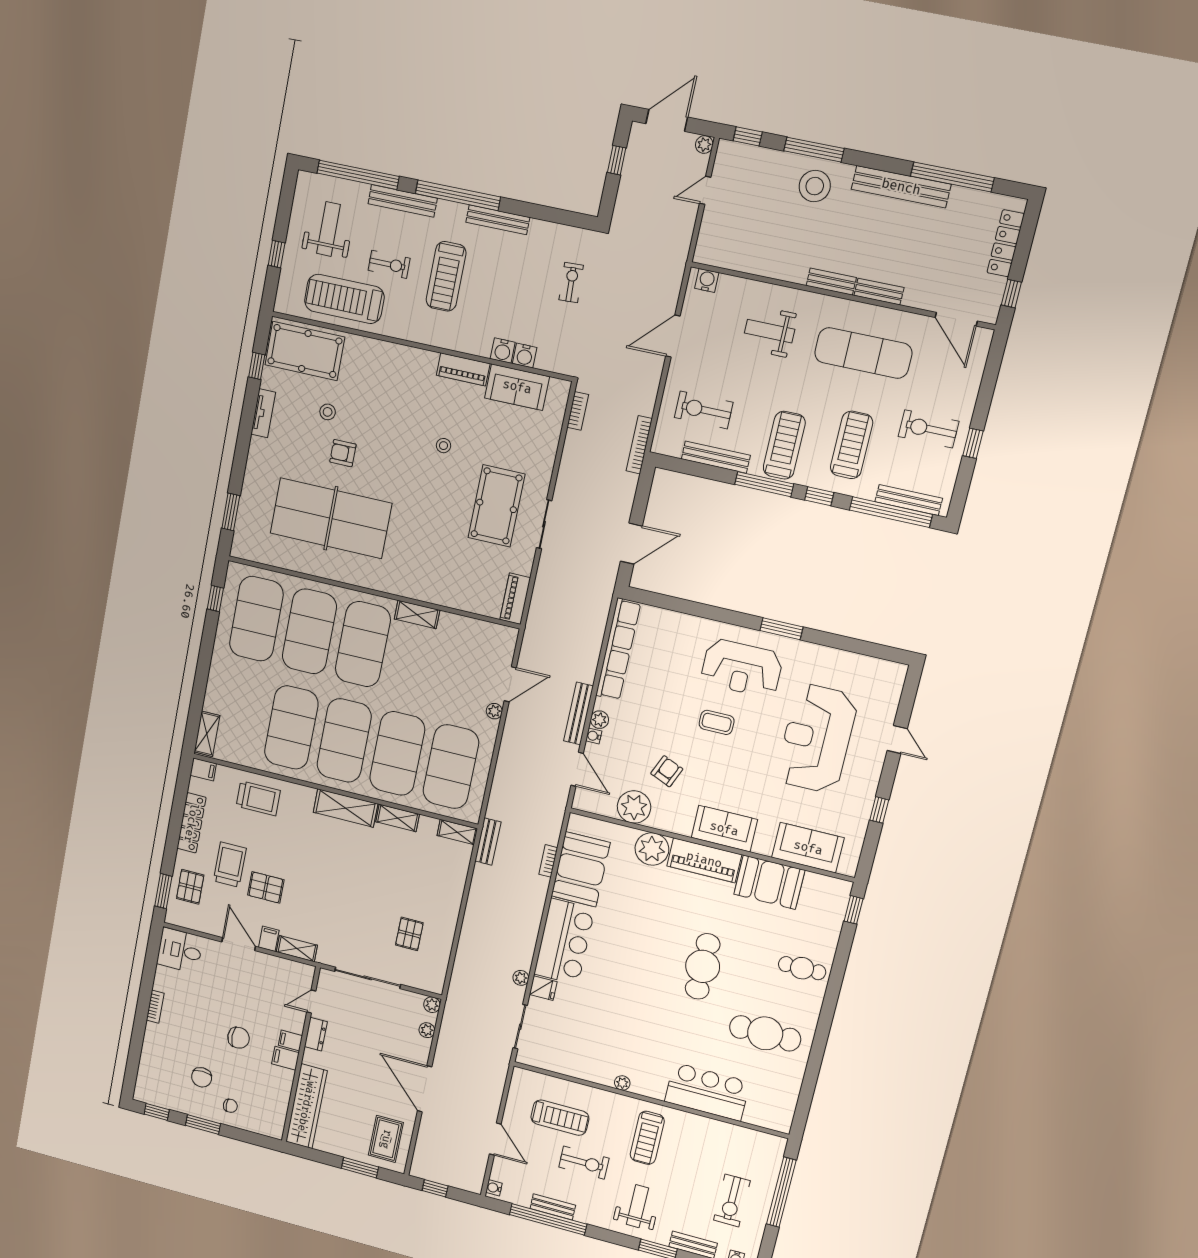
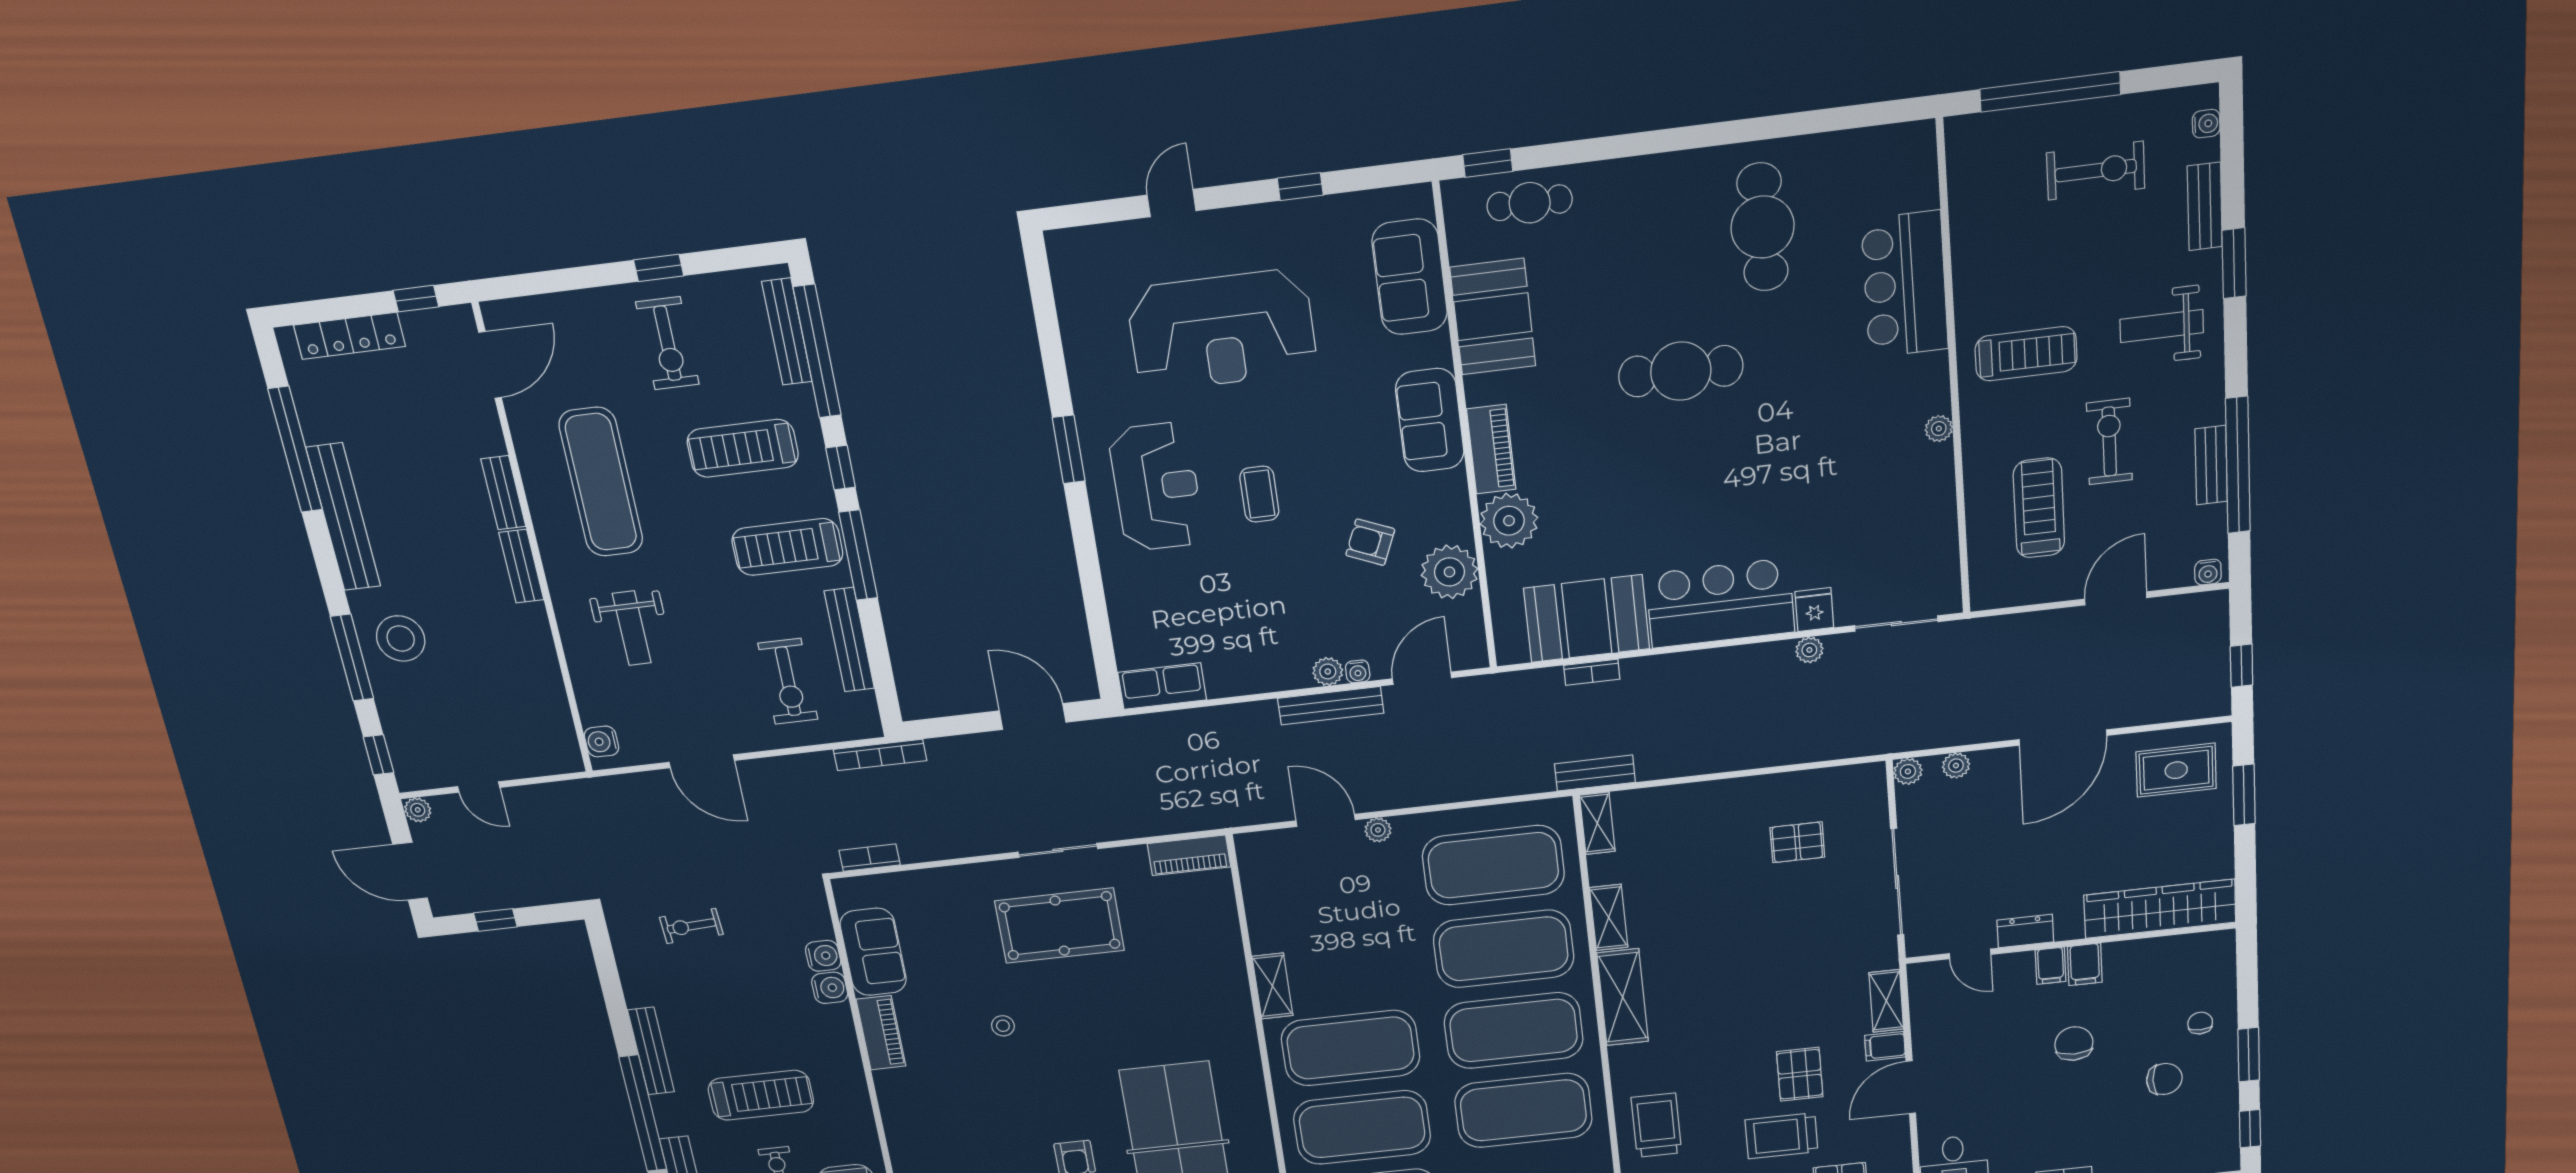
row of seats: (618, 649) -> (1162, 686), width x0.50
piano: (704, 860) -> (1491, 449), width x0.73, depth x0.75
cafe table: (802, 968) -> (1530, 203), moved, turned 90

